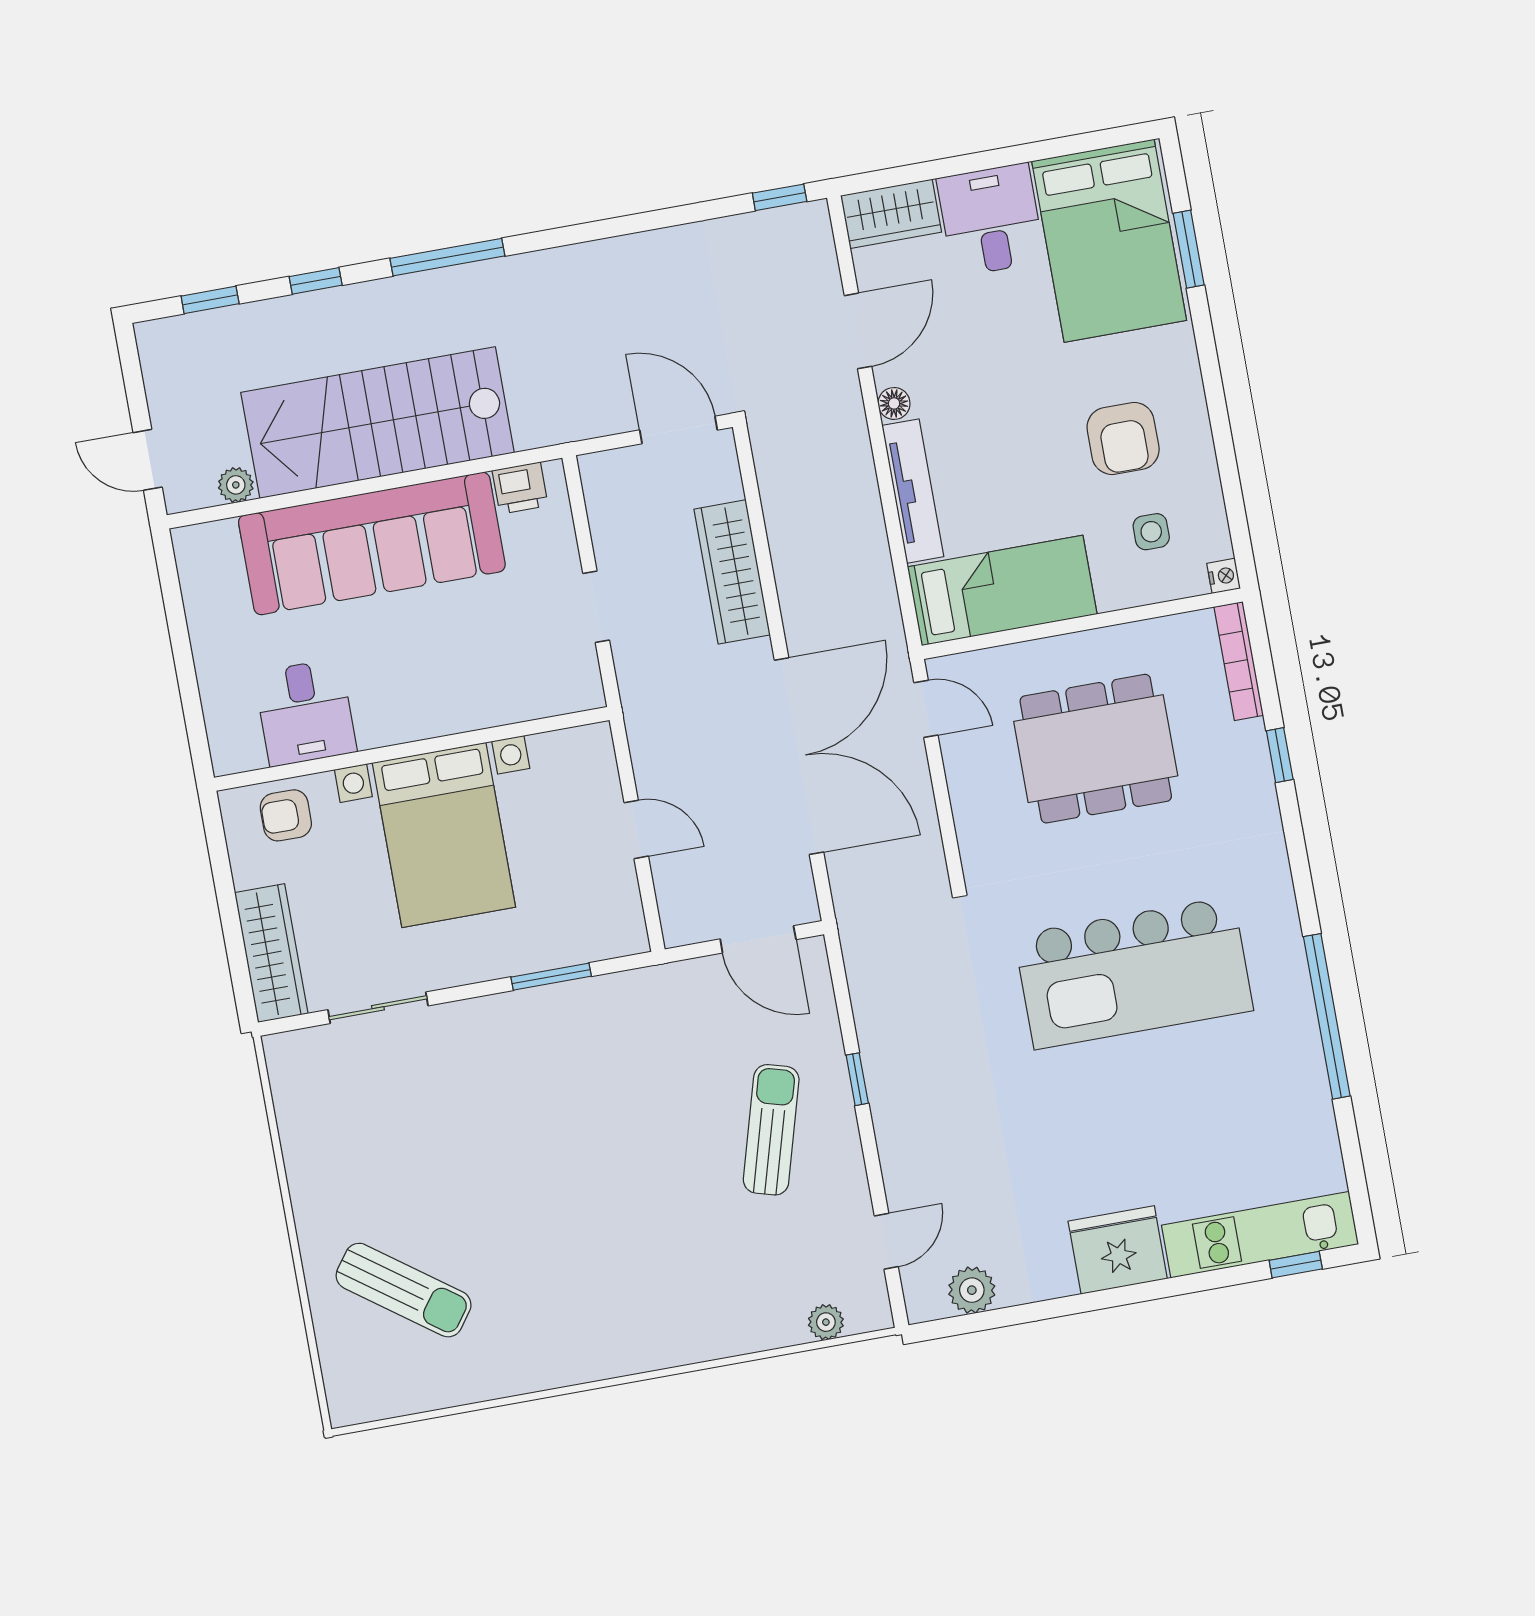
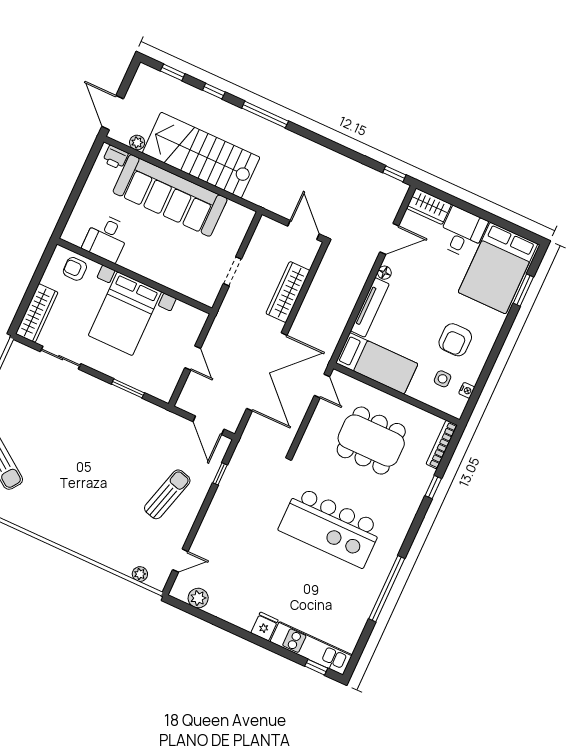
door: (148, 460) -> (113, 113), width x1.38
printer: (520, 488) -> (115, 157), moved
nightstand: (1224, 576) -> (467, 390), moved
window: (857, 1079) -> (220, 474), moved
fridge: (1118, 1250) -> (264, 626), width x0.53, depth x0.75

